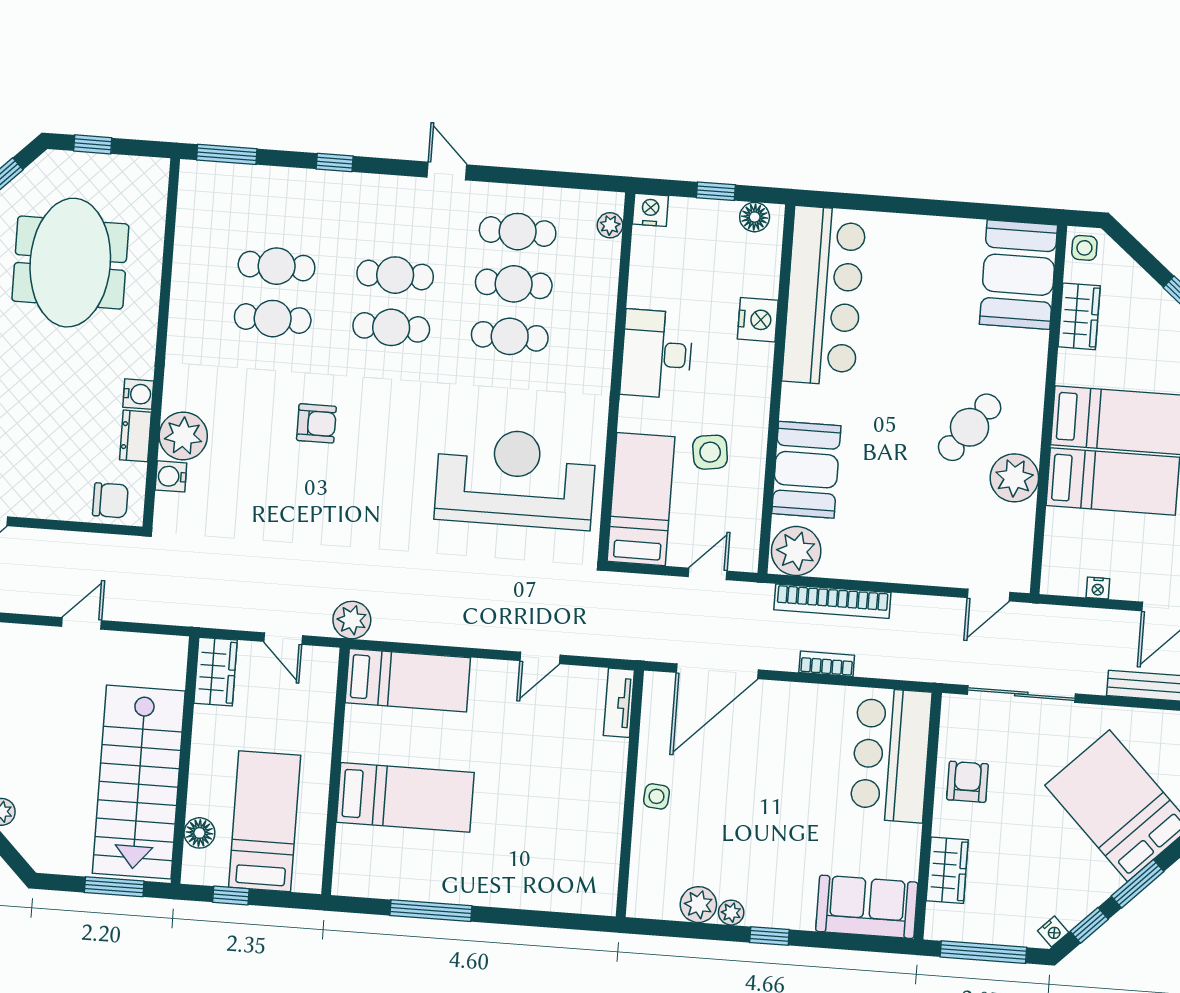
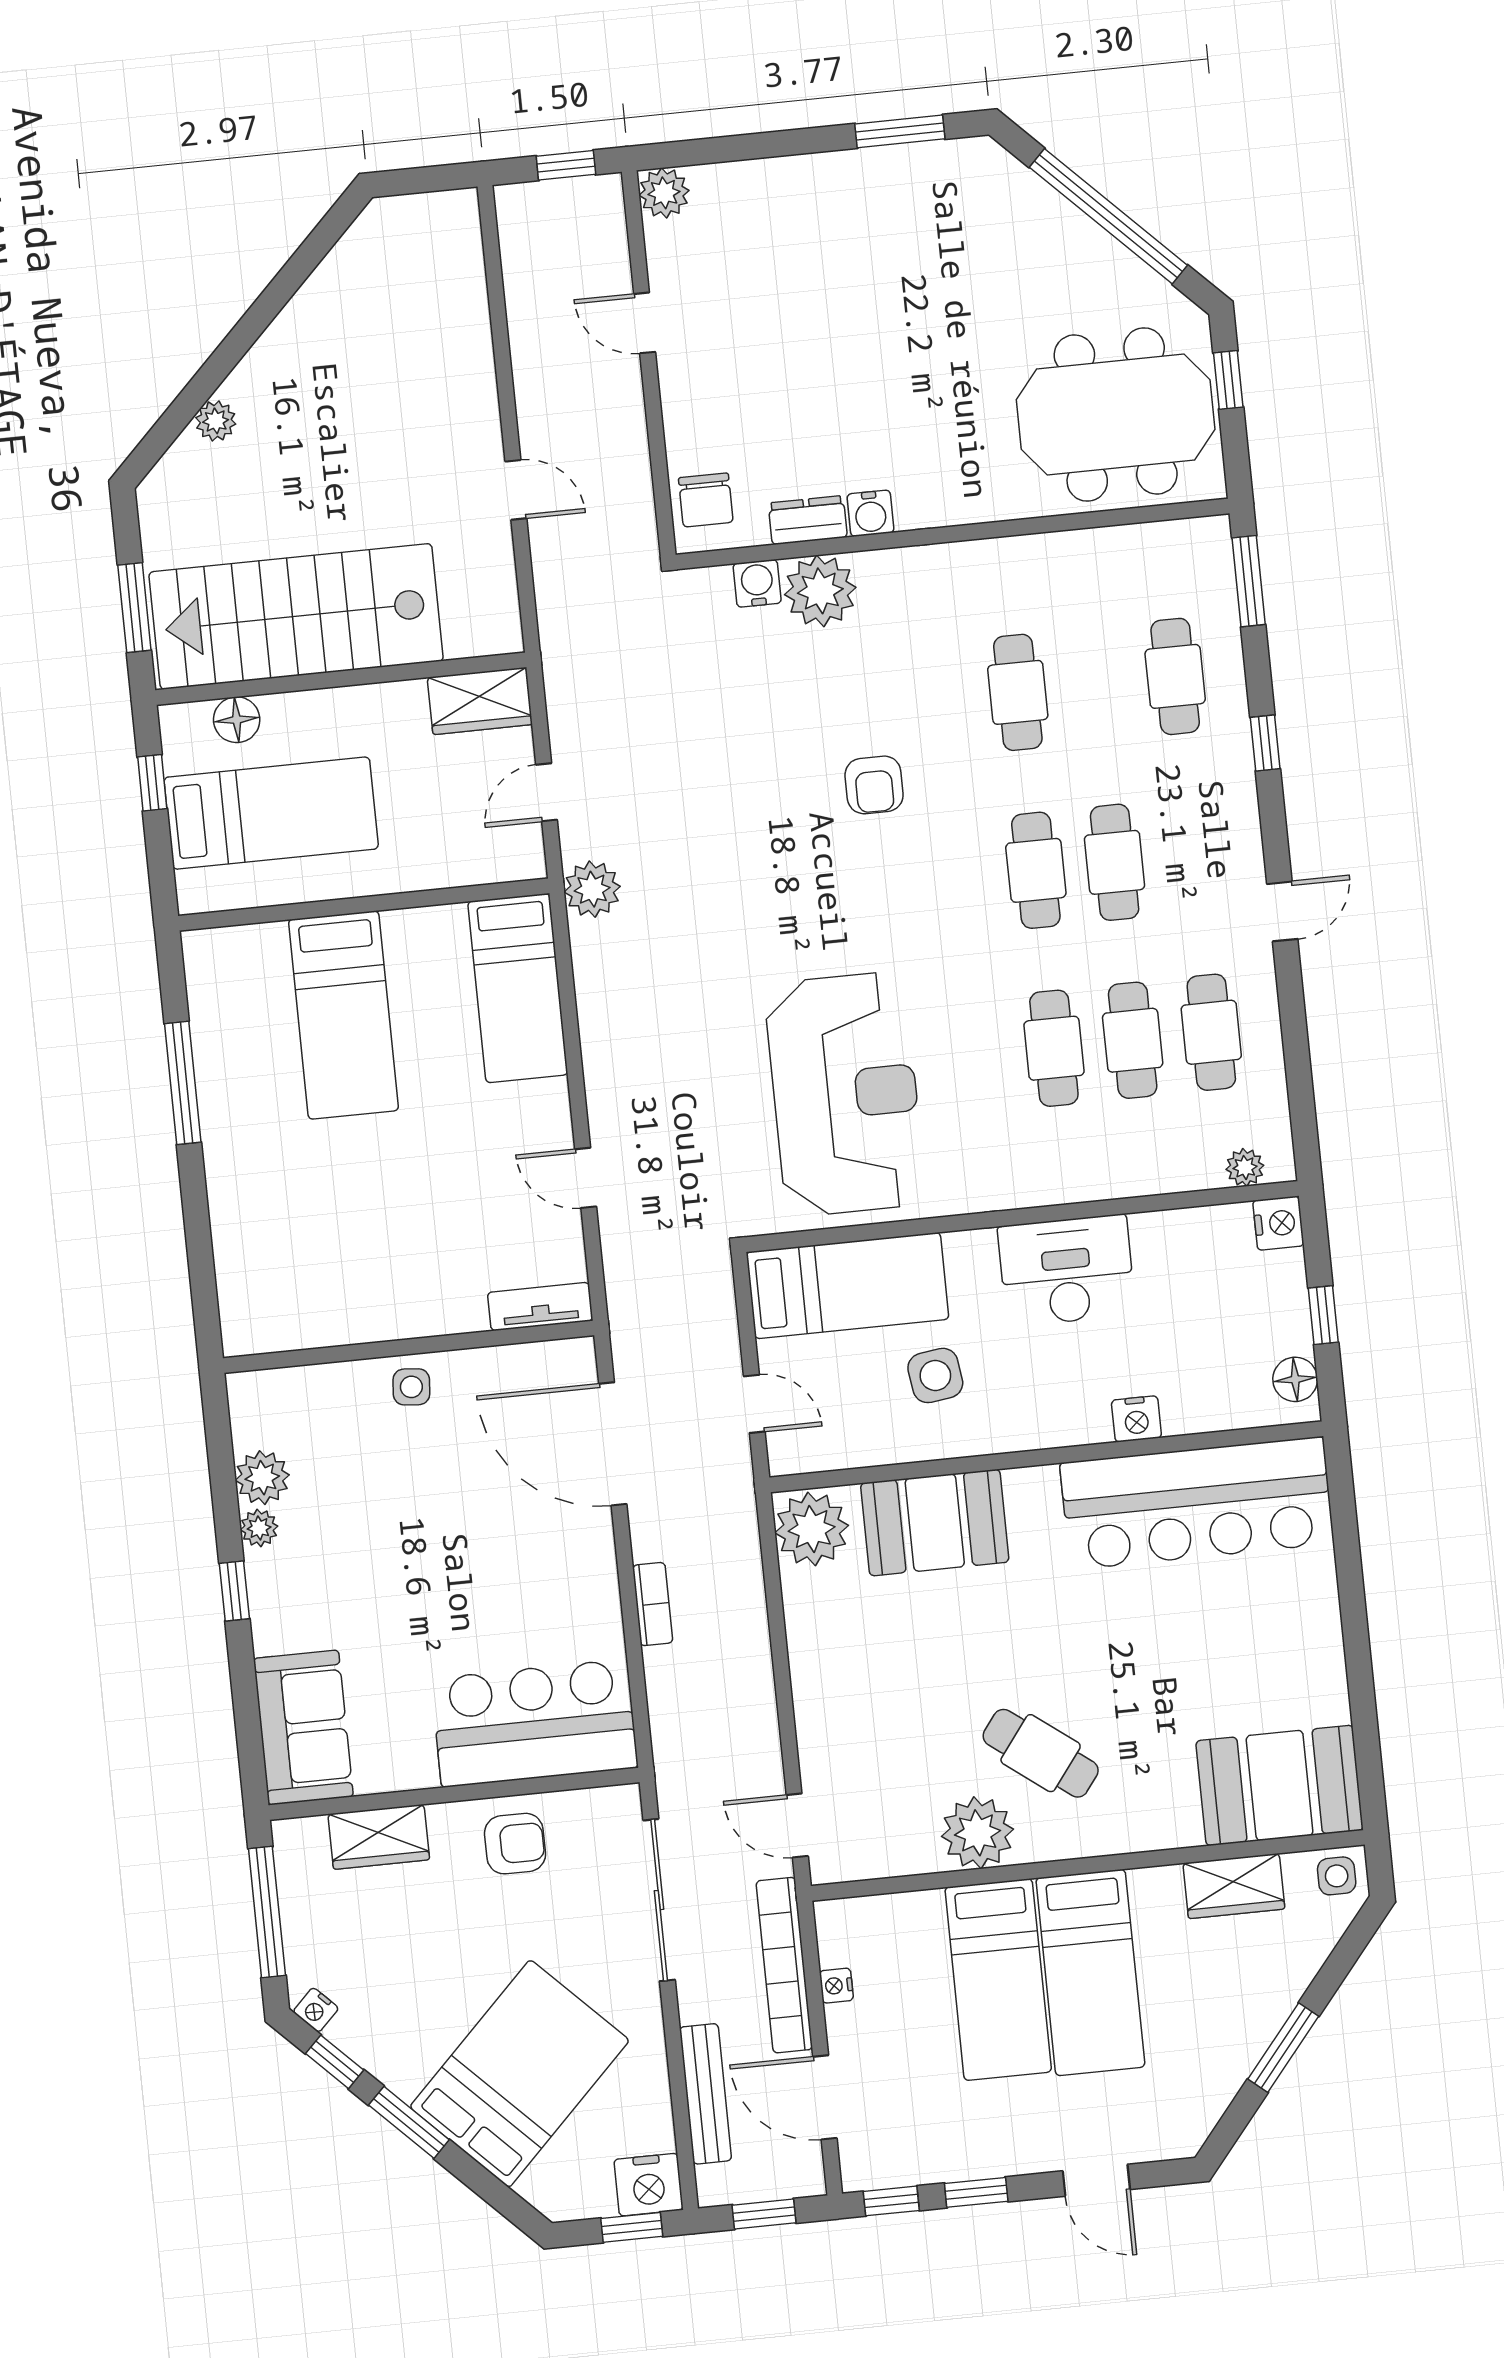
meeting table: (70, 263) -> (1116, 415), moved
cafe table: (277, 266) -> (1175, 676), moved
nightstand: (758, 320) -> (1136, 1419), width x0.74, depth x0.75
bookcase: (832, 601) -> (784, 1965), moved

